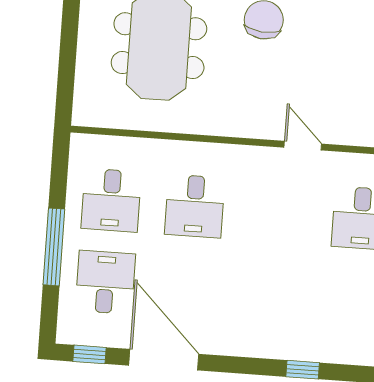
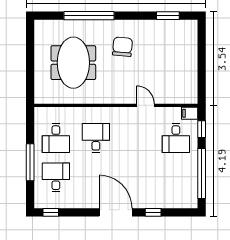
desk: (195, 206) -> (96, 138), turned 180
door: (164, 360) -> (116, 212), moved

